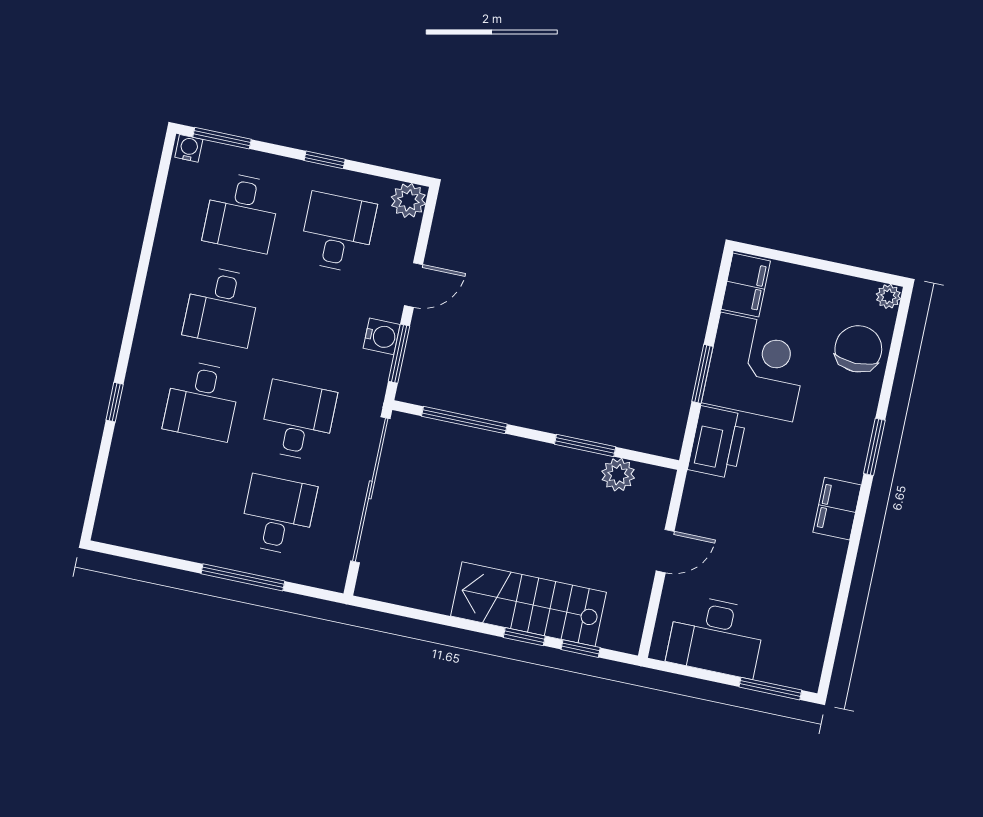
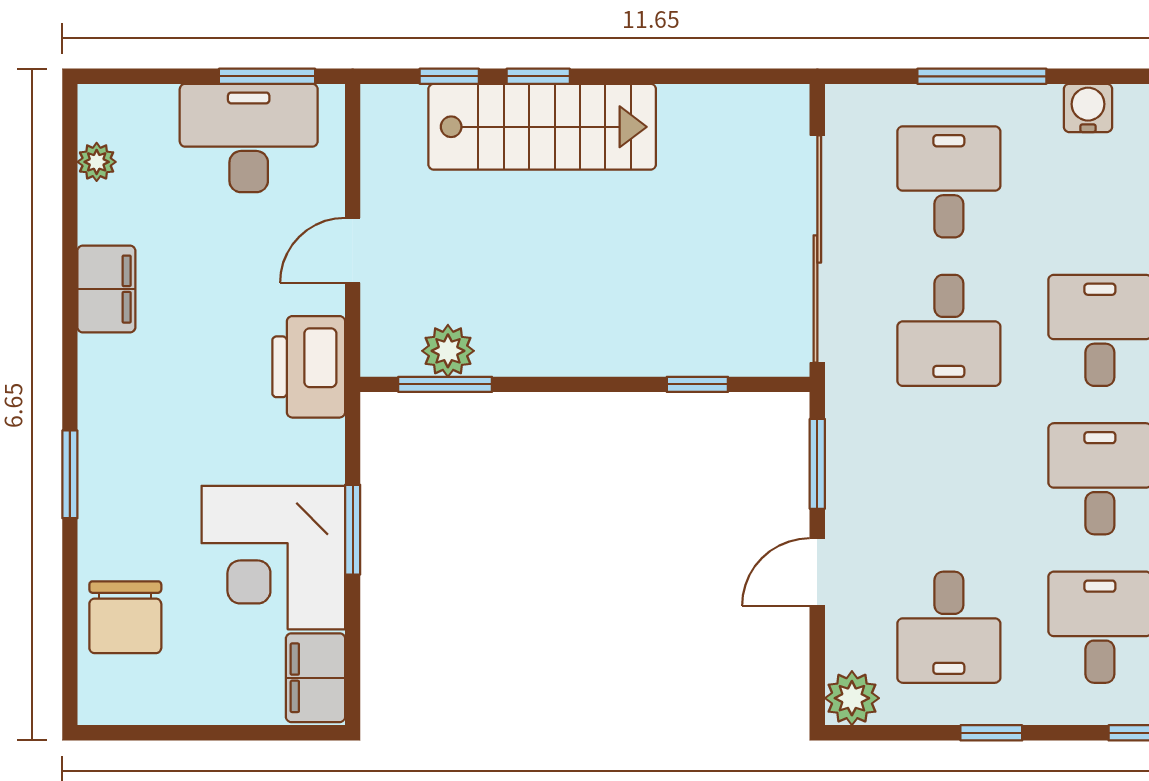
plant: (888, 296) -> (97, 162), moved
water cooler: (382, 336) -> (1088, 108), moved, turned 90
window: (464, 420) -> (697, 384), width x0.46
printer: (717, 442) -> (309, 367), moved
window: (585, 445) -> (445, 384), moved
filing cabinet: (837, 509) -> (106, 289), moved
desk: (278, 515) -> (949, 182), turned 180
window: (770, 689) -> (267, 76), moved

